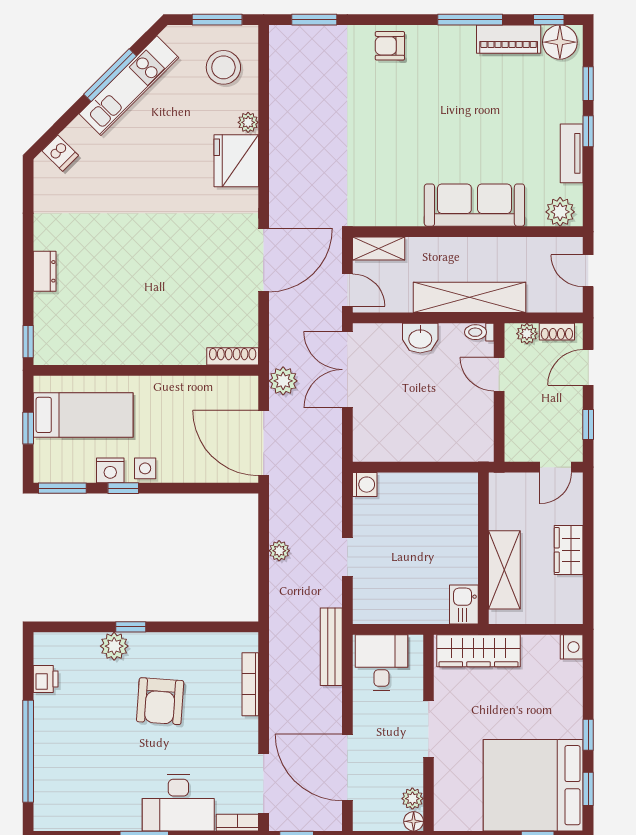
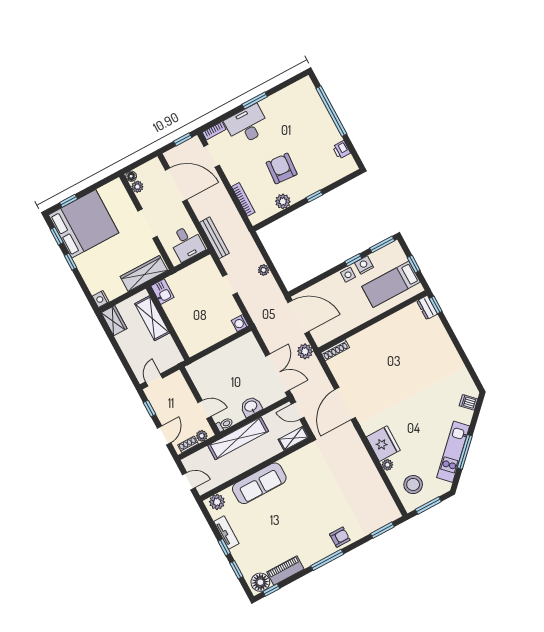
window: (470, 20) -> (327, 560), moved
dresser: (45, 271) -> (427, 308), moved
wardrobe: (569, 550) -> (114, 321), moved
plant: (114, 646) -> (283, 201), moved
doorway: (264, 784) -> (212, 156), width x0.73

